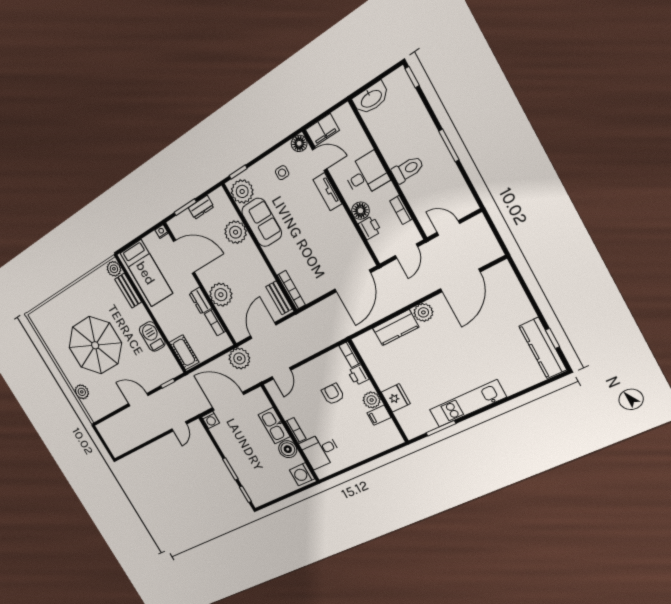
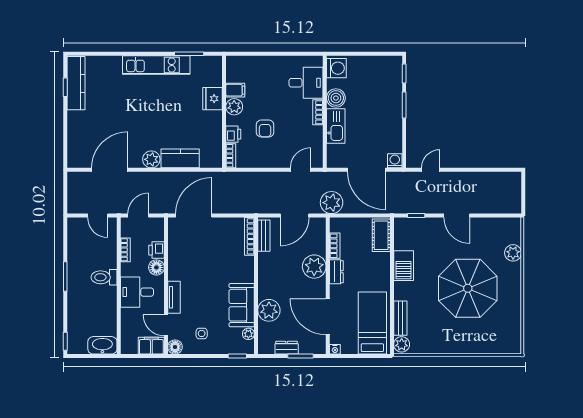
plant: (242, 191) -> (248, 334), width x0.53, depth x0.53

